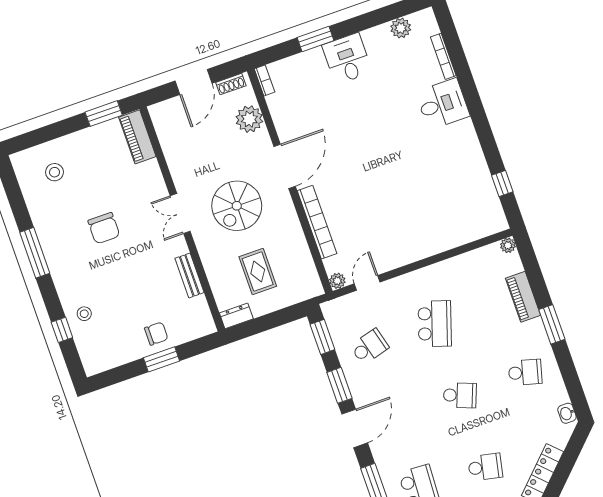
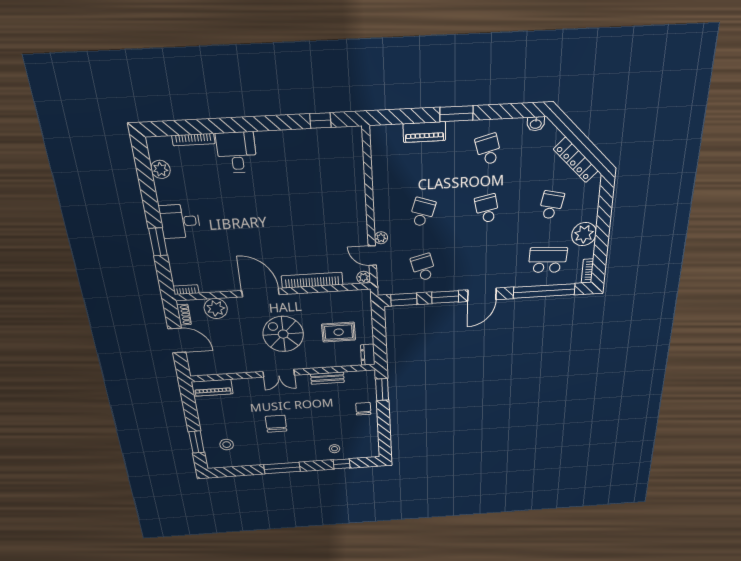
window: (104, 114) -> (197, 442), moved
spiral stairs: (237, 206) -> (283, 334), turned 180
chair: (104, 228) -> (276, 424), turned -90
plant: (508, 245) -> (381, 238), moved
school desk: (435, 324) -> (422, 212), width x0.54
window: (161, 359) -> (382, 390), moved
school desk: (525, 372) -> (488, 149), turned -30
school desk: (460, 395) -> (487, 209), turned -33
door: (355, 428) -> (482, 295), swing flipped

